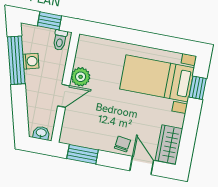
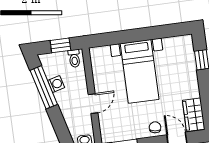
plant: (81, 77) -> (102, 83), removed
bed with nightstands: (157, 78) -> (140, 71), moved, turned -90

